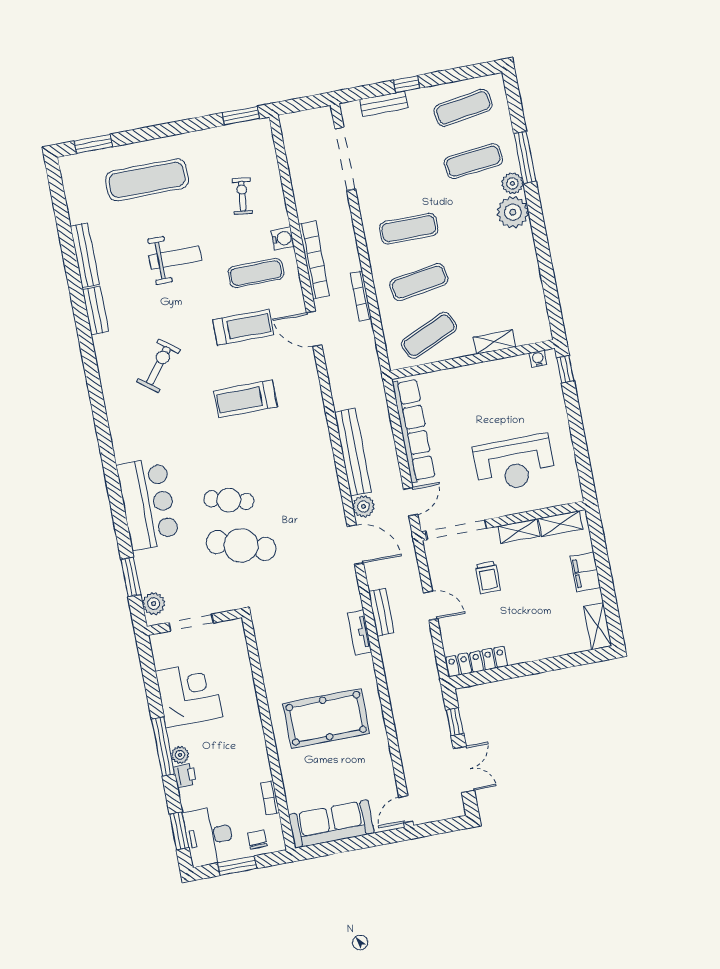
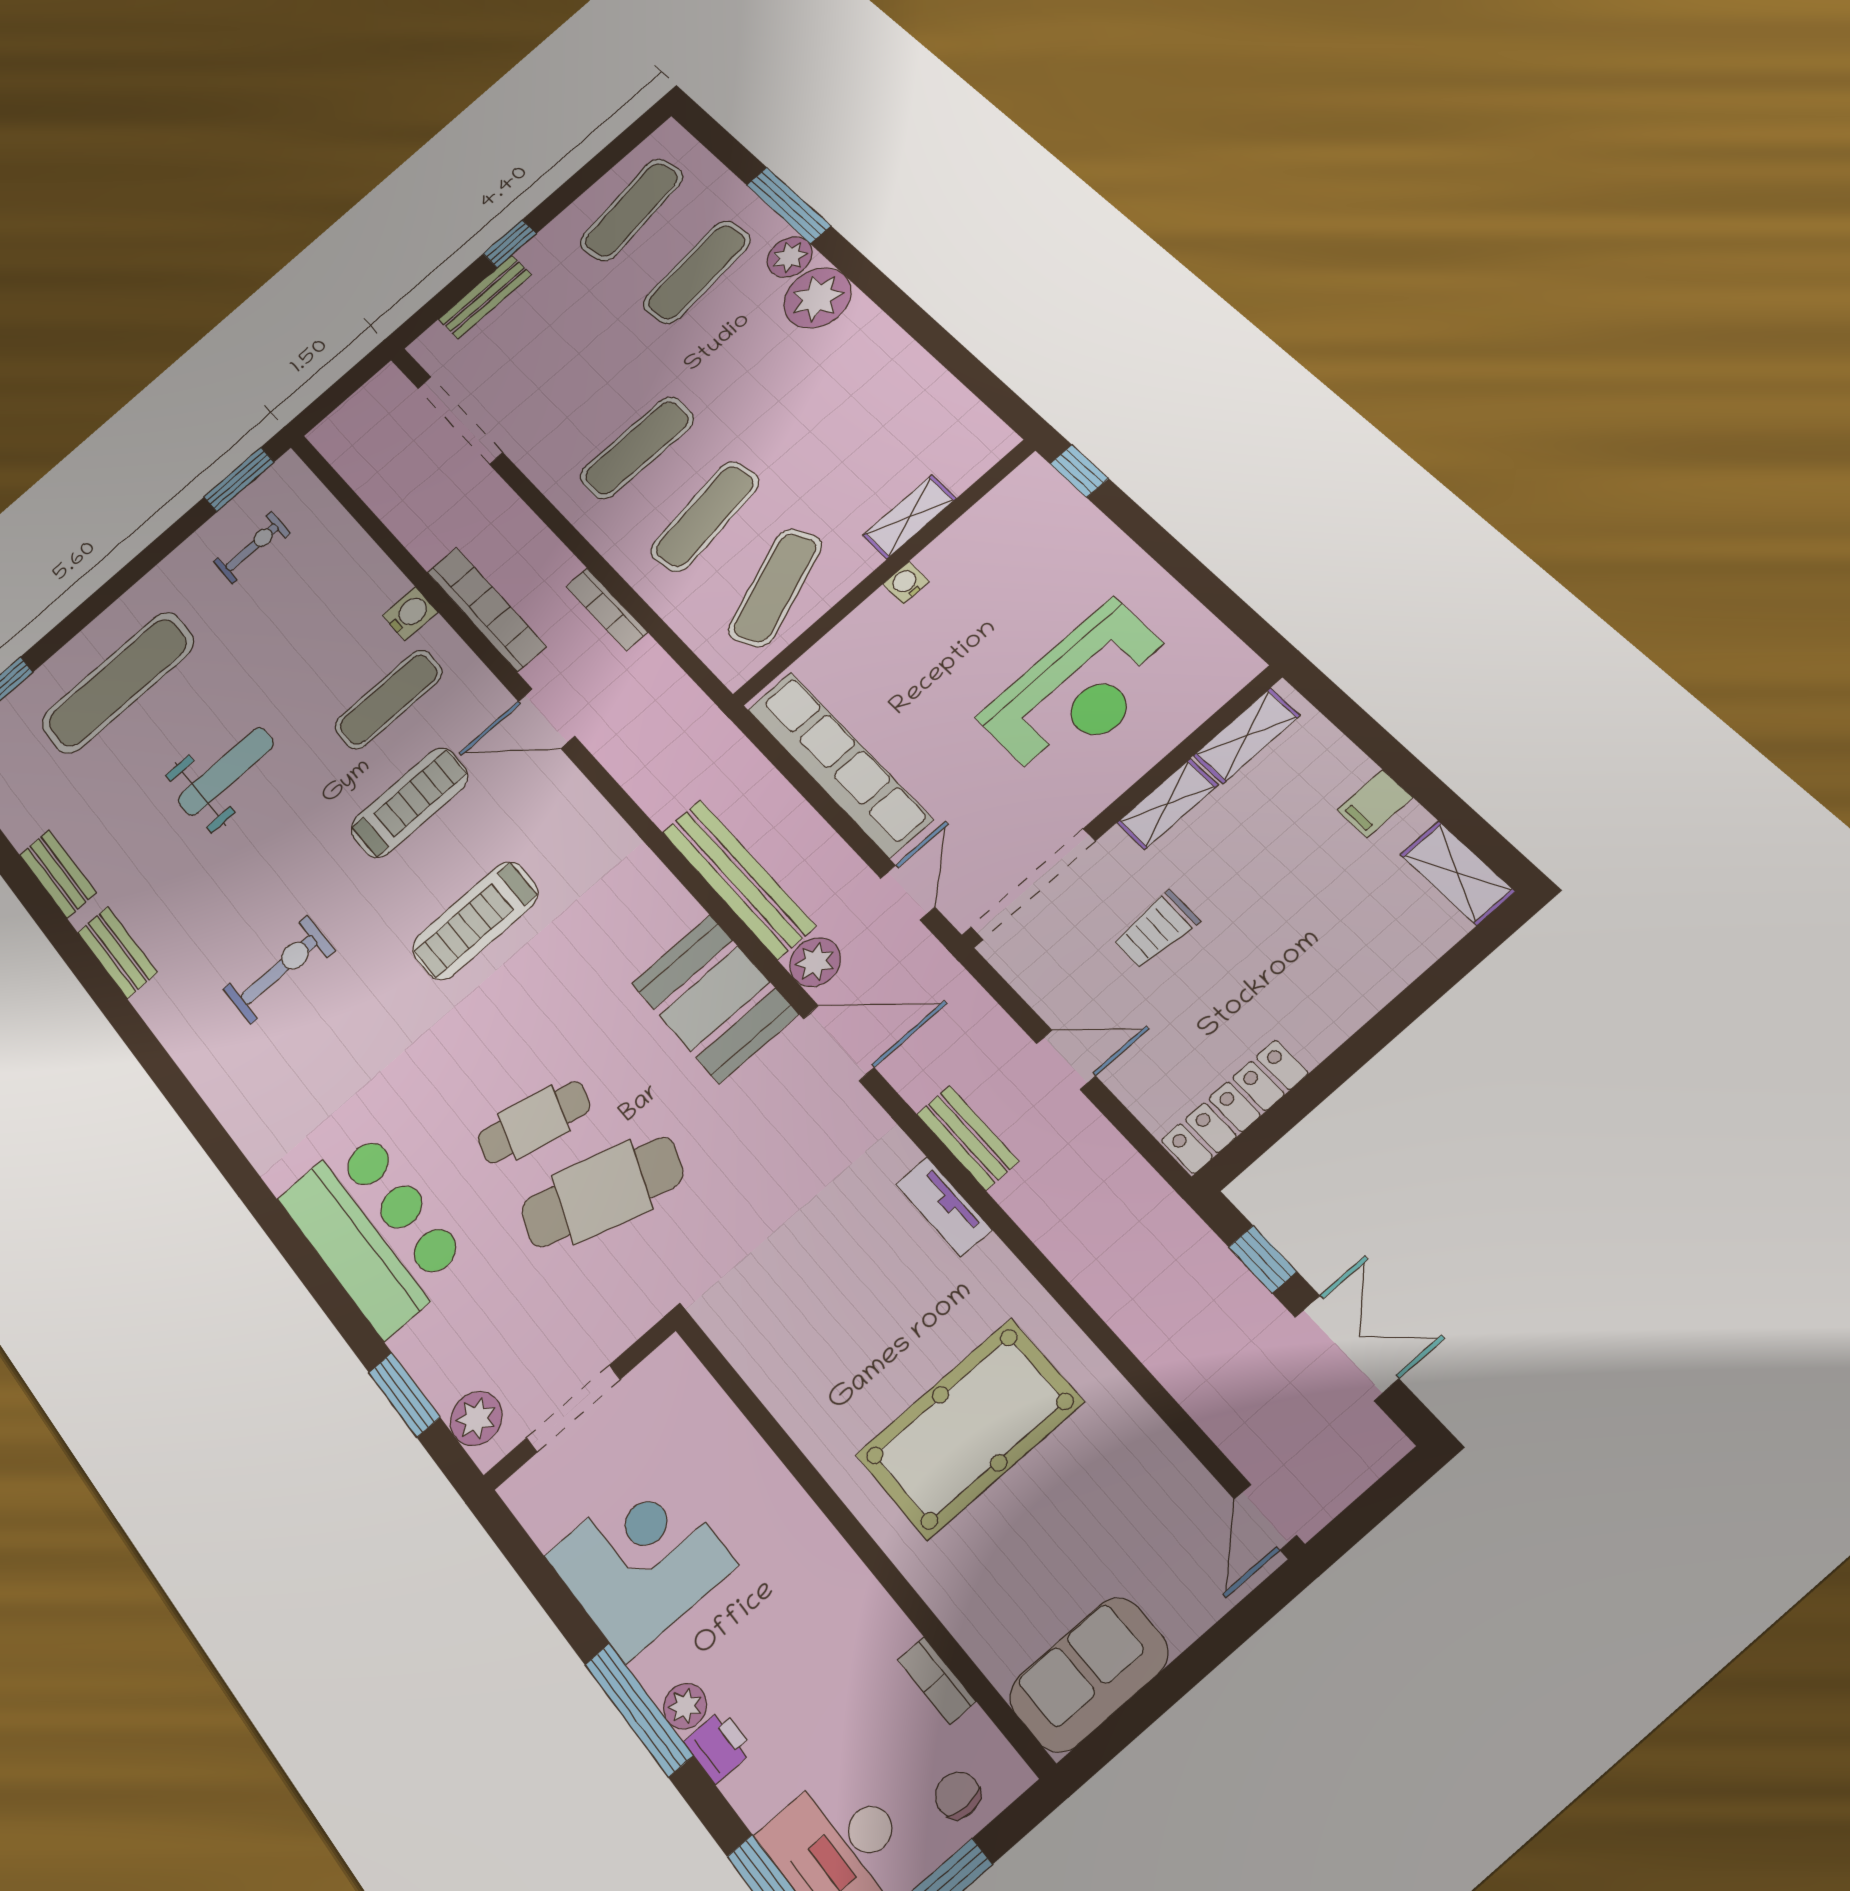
exercise bike: (242, 196) -> (252, 547), moved, turned 83
bench: (85, 255) -> (58, 874), width x0.73
water cooler: (538, 359) -> (906, 583), moved
exercise bike: (158, 366) -> (279, 970), turned 52
booth: (320, 496) -> (714, 999), added
filing cabinet: (585, 572) -> (1375, 804), width x0.50
trolley: (488, 577) -> (1156, 930), turned 91
sofa: (331, 824) -> (1089, 1675), width x0.73

